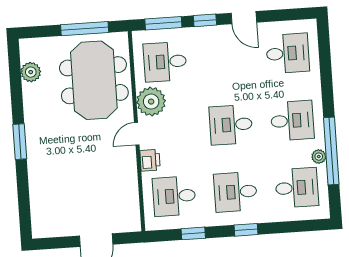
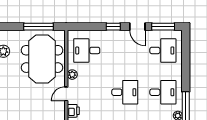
window: (163, 23) -> (163, 27), moved
plant: (151, 102) -> (72, 75), width x0.53, depth x0.53
desk: (231, 125) -> (125, 92), turned 180

